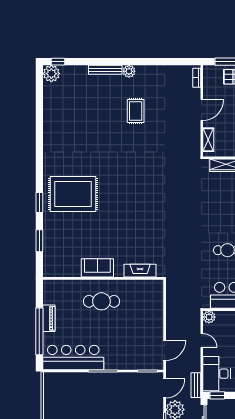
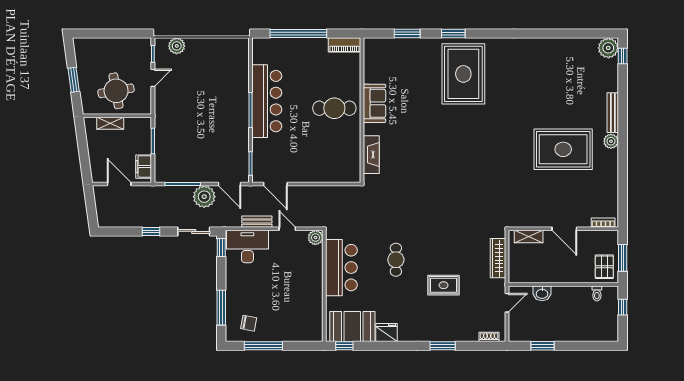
rug: (136, 111) -> (563, 149), width x1.86, depth x2.06
cafe table: (102, 301) -> (334, 108), turned 90
piano: (49, 318) -> (344, 45), moved
door: (202, 340) -> (287, 229), swing flipped
bar counter: (73, 358) -> (267, 101), moved
bench: (196, 385) -> (257, 222), moved

